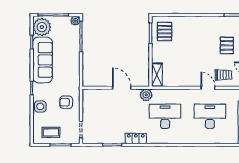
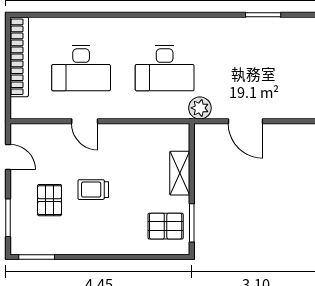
pallet: (165, 31) -> (166, 226), turned 90
shelving: (157, 75) -> (180, 173), moved
trolley: (223, 75) -> (93, 190), moved
locker: (136, 138) -> (219, 27), removed

